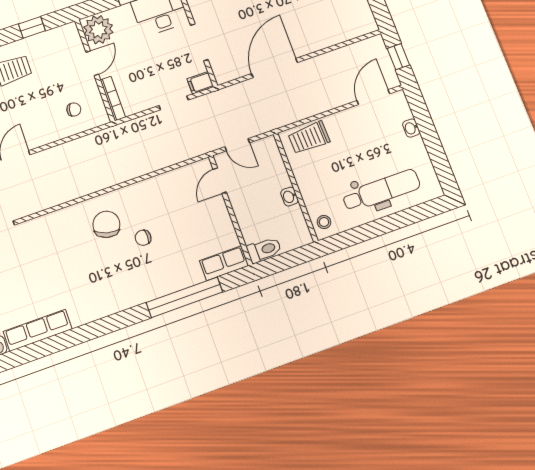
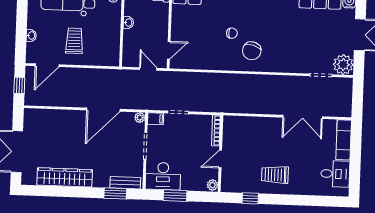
plant: (98, 30) -> (212, 185), width x0.53, depth x0.53
plant: (222, 76) -> (140, 118), added
chair: (74, 110) -> (244, 133), removed
trolley: (309, 138) -> (74, 41), moved, turned -88

